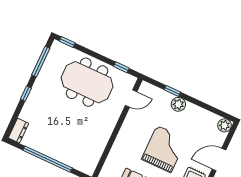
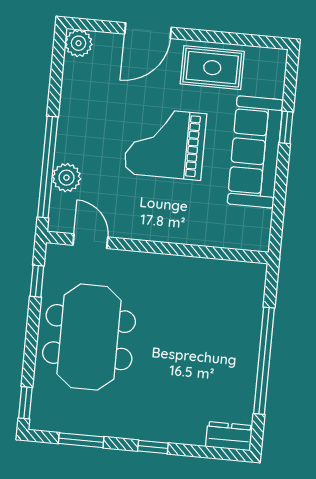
window: (41, 62) -> (81, 440), width x0.69
window: (172, 91) -> (48, 167), width x3.17
plant: (178, 104) -> (66, 178), moved
door: (219, 160) -> (148, 31), hinge flipped

